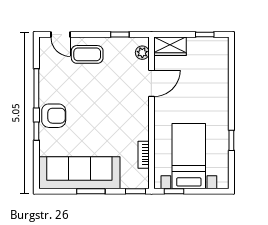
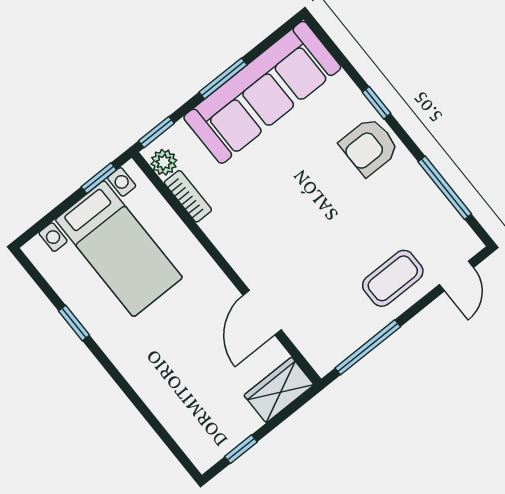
door: (60, 35) -> (456, 276), swing flipped
window: (120, 35) -> (368, 347), width x2.17
plant: (142, 53) -> (164, 162), moved
window: (36, 88) -> (445, 188), moved

